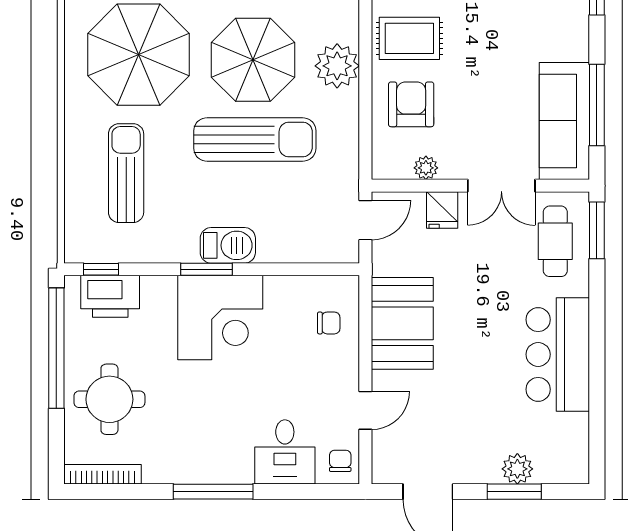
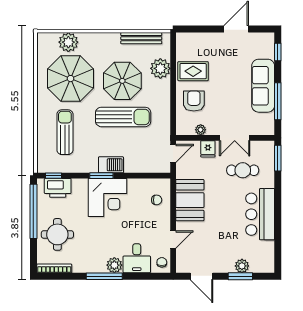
plant: (337, 66) -> (160, 68), moved
sofa: (564, 121) -> (263, 86), moved
cafe table: (555, 241) -> (243, 170), moved, turned 90
plant: (235, 467) -> (114, 265), added

